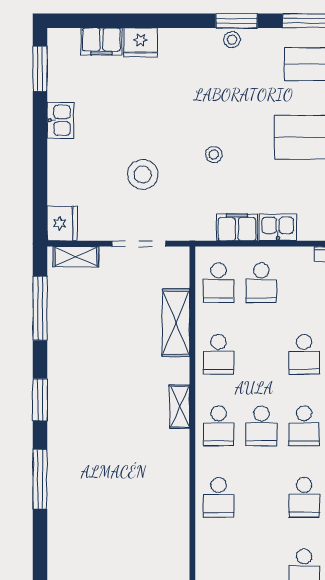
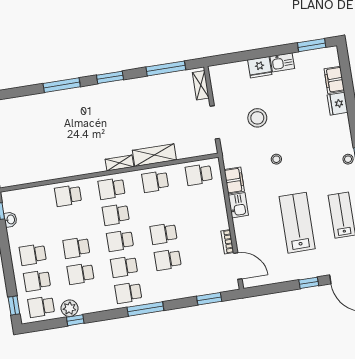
fridge: (62, 223) -> (260, 67), moved
school desk: (261, 283) -> (203, 201), removed
shelving: (176, 323) -> (154, 155), moved

